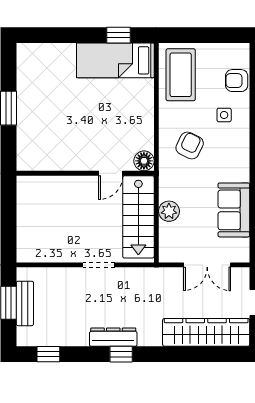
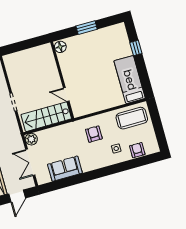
window: (118, 35) -> (136, 48), moved
armchair: (190, 145) -> (94, 134), turned -116
floor lamp: (144, 161) -> (60, 47), moved
plant: (169, 211) -> (31, 139), moved

